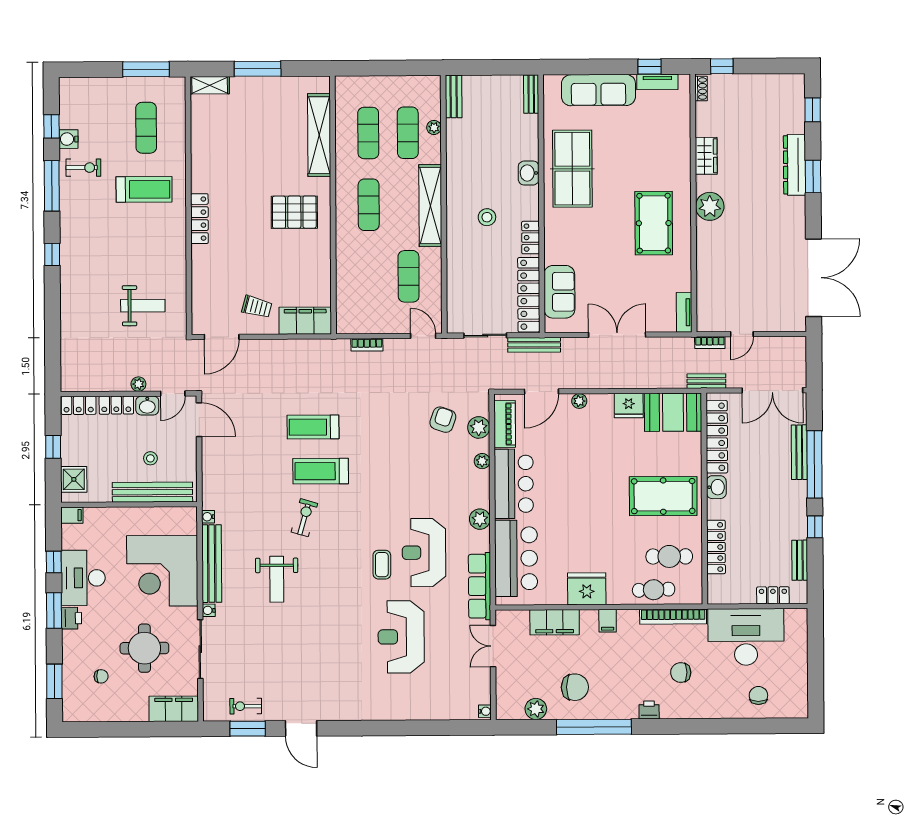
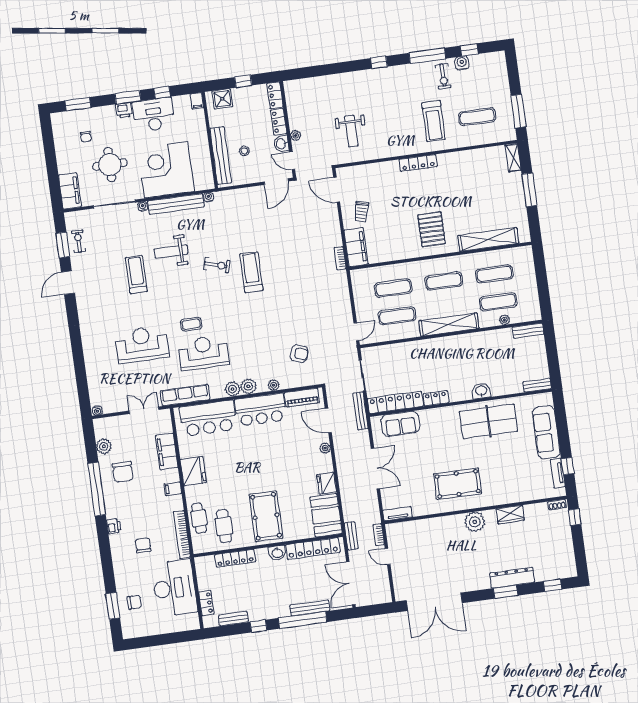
stool: (487, 217) -> (446, 366), removed
exercise mat: (369, 277) -> (393, 288), added
bookcase: (367, 345) -> (340, 258), moved
treadmill: (313, 427) -> (136, 275), moved
plant: (479, 427) -> (248, 386), moved
window: (760, 726) -> (113, 606), added

